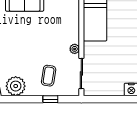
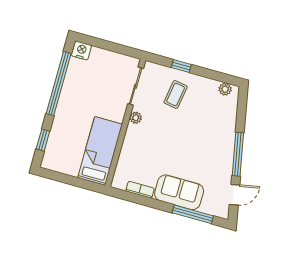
plant: (16, 86) -> (225, 89), width x0.53, depth x0.53

